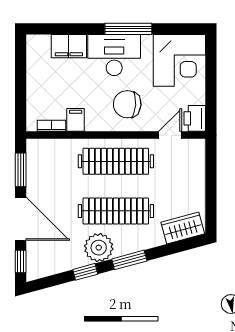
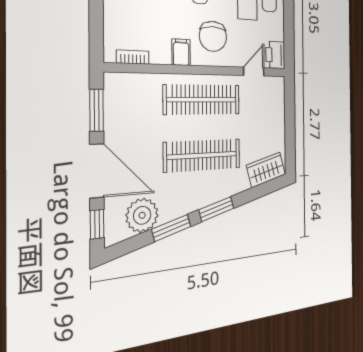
chair: (127, 104) -> (213, 36), turned -94
filing cabinet: (76, 120) -> (181, 52), moved
plant: (99, 248) -> (142, 215), moved
window: (85, 272) -> (171, 228), width x1.50

